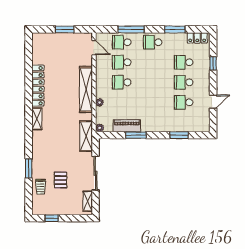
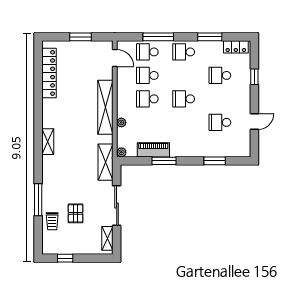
school desk: (184, 82) -> (184, 99), moved
locker: (38, 86) -> (49, 73), moved
window: (29, 168) -> (38, 200), width x1.44

